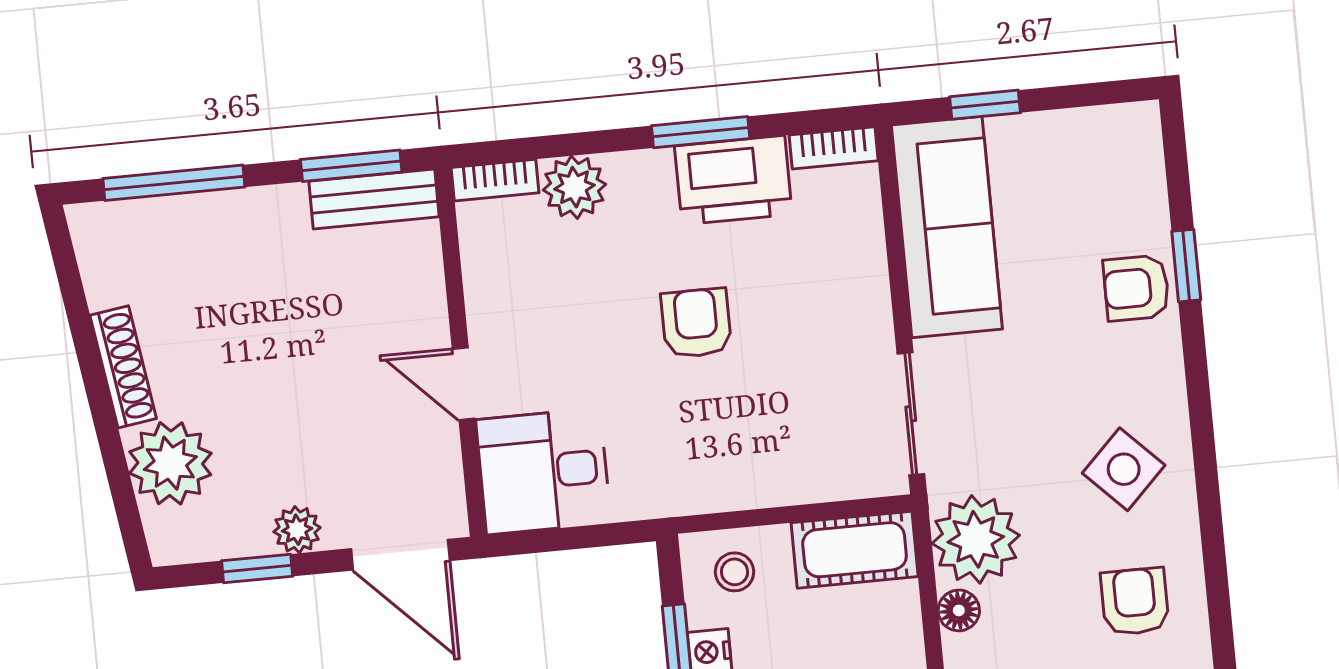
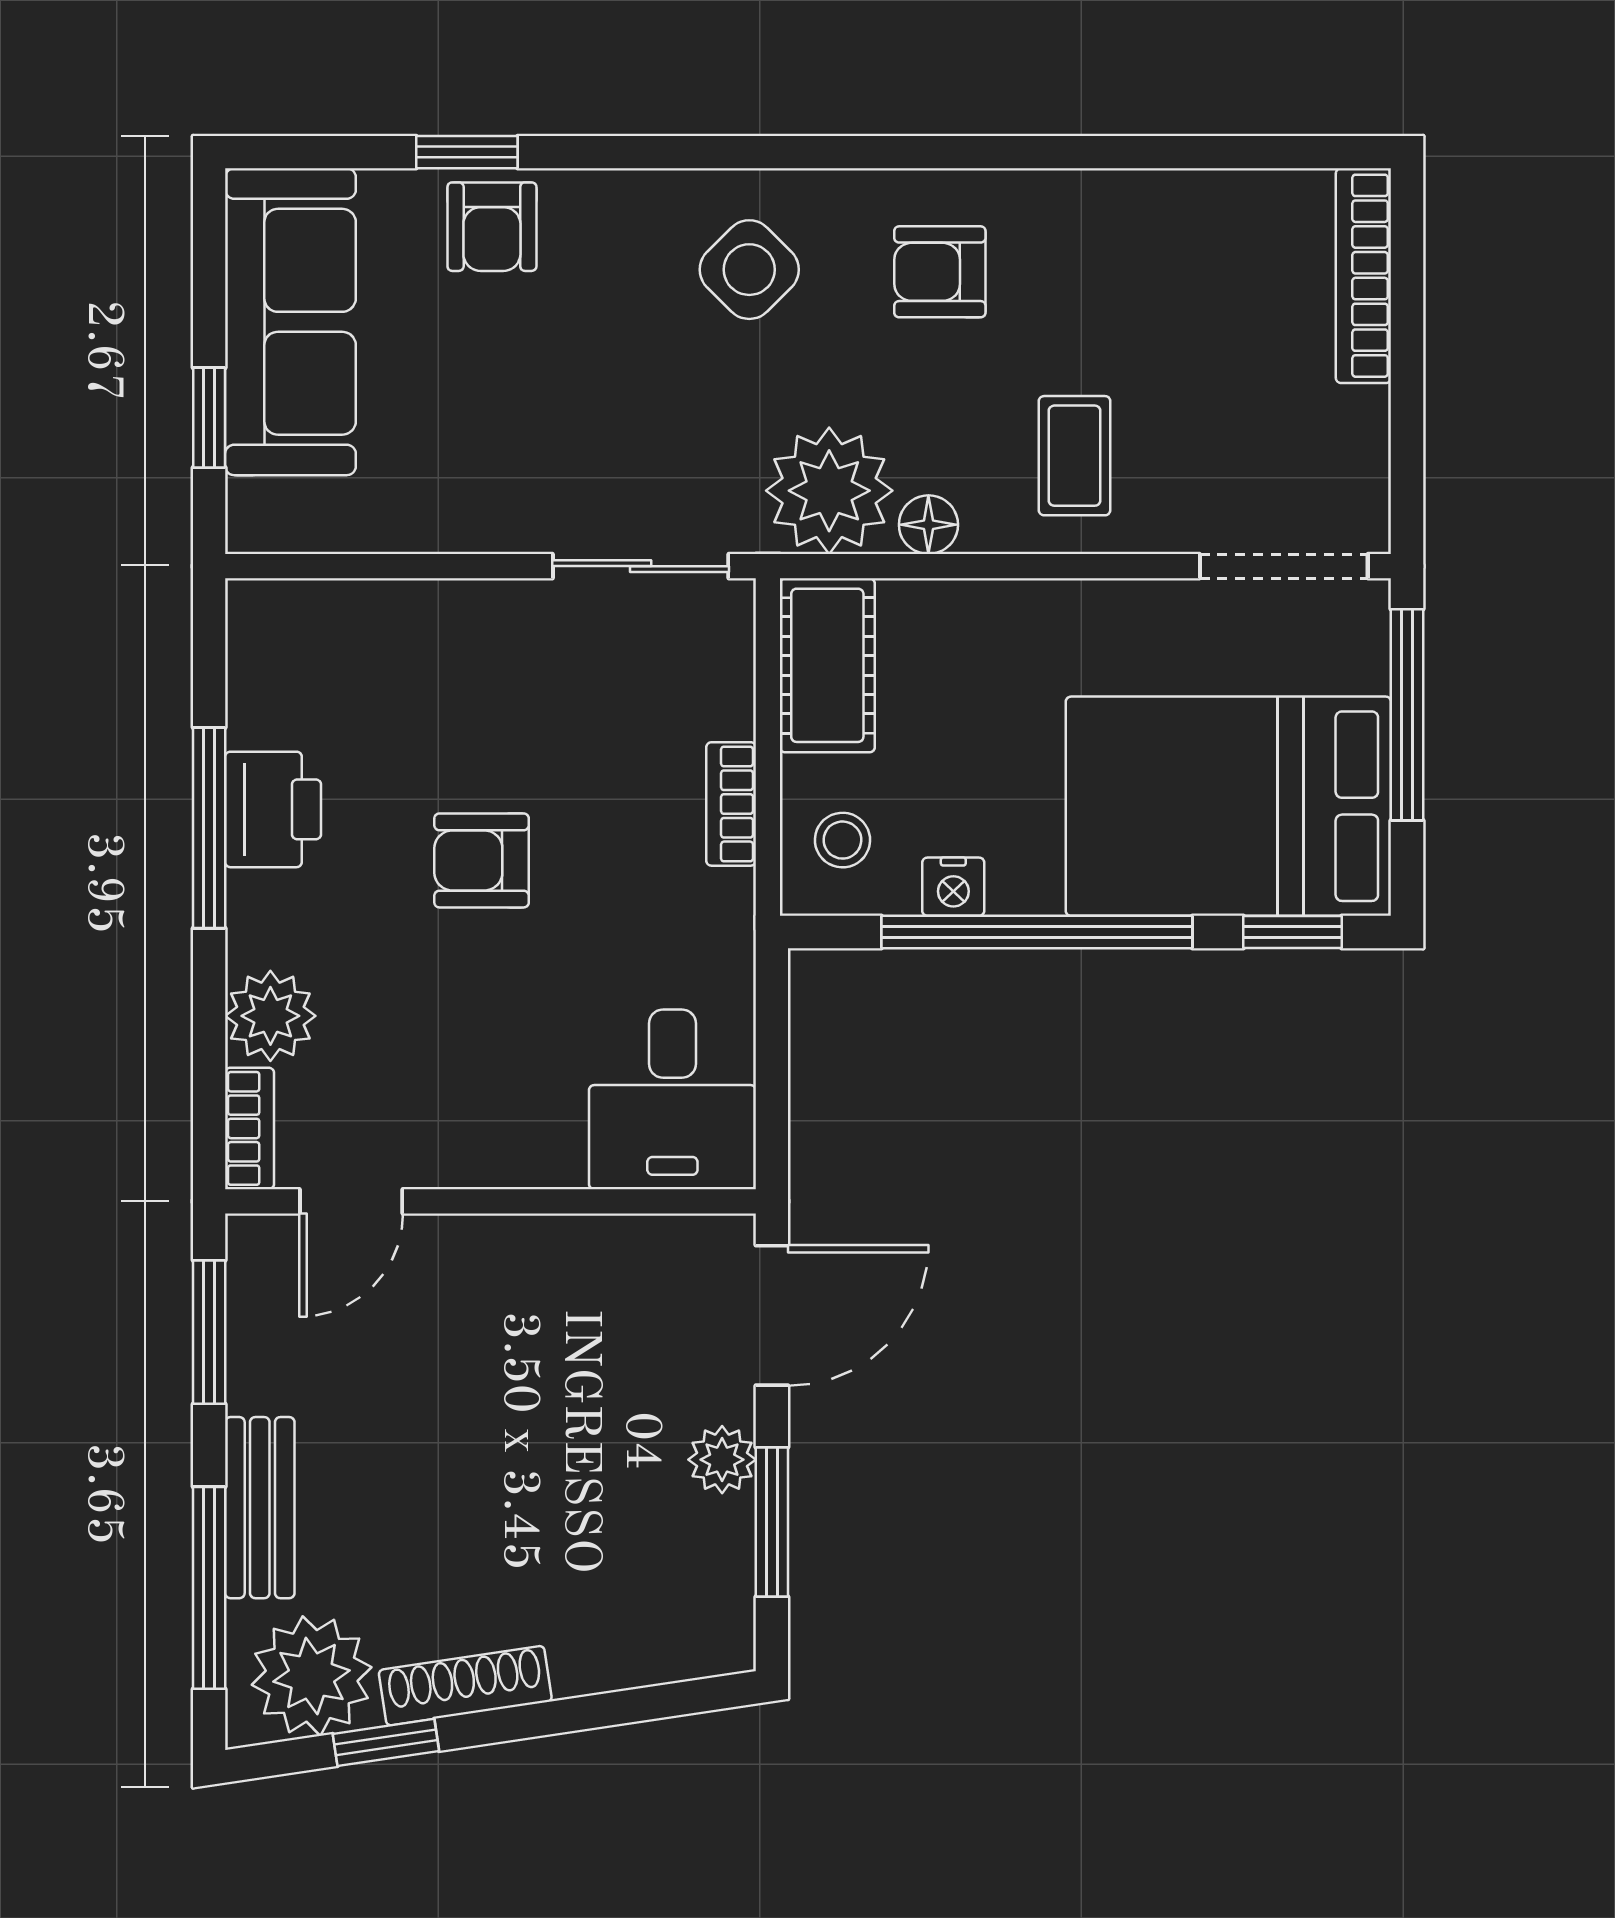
window: (701, 132) -> (209, 828), width x1.44
bookcase: (834, 148) -> (731, 804), moved, turned 180
printer: (733, 180) -> (273, 809), width x0.73, depth x0.84
bench: (374, 199) -> (260, 1508), moved
sofa: (947, 227) -> (290, 322), moved, turned 90
window: (79, 316) -> (386, 1742), added
door: (464, 384) -> (351, 1201), moved
plant: (170, 463) -> (312, 1676), moved
window: (257, 568) -> (772, 1522), width x1.50

